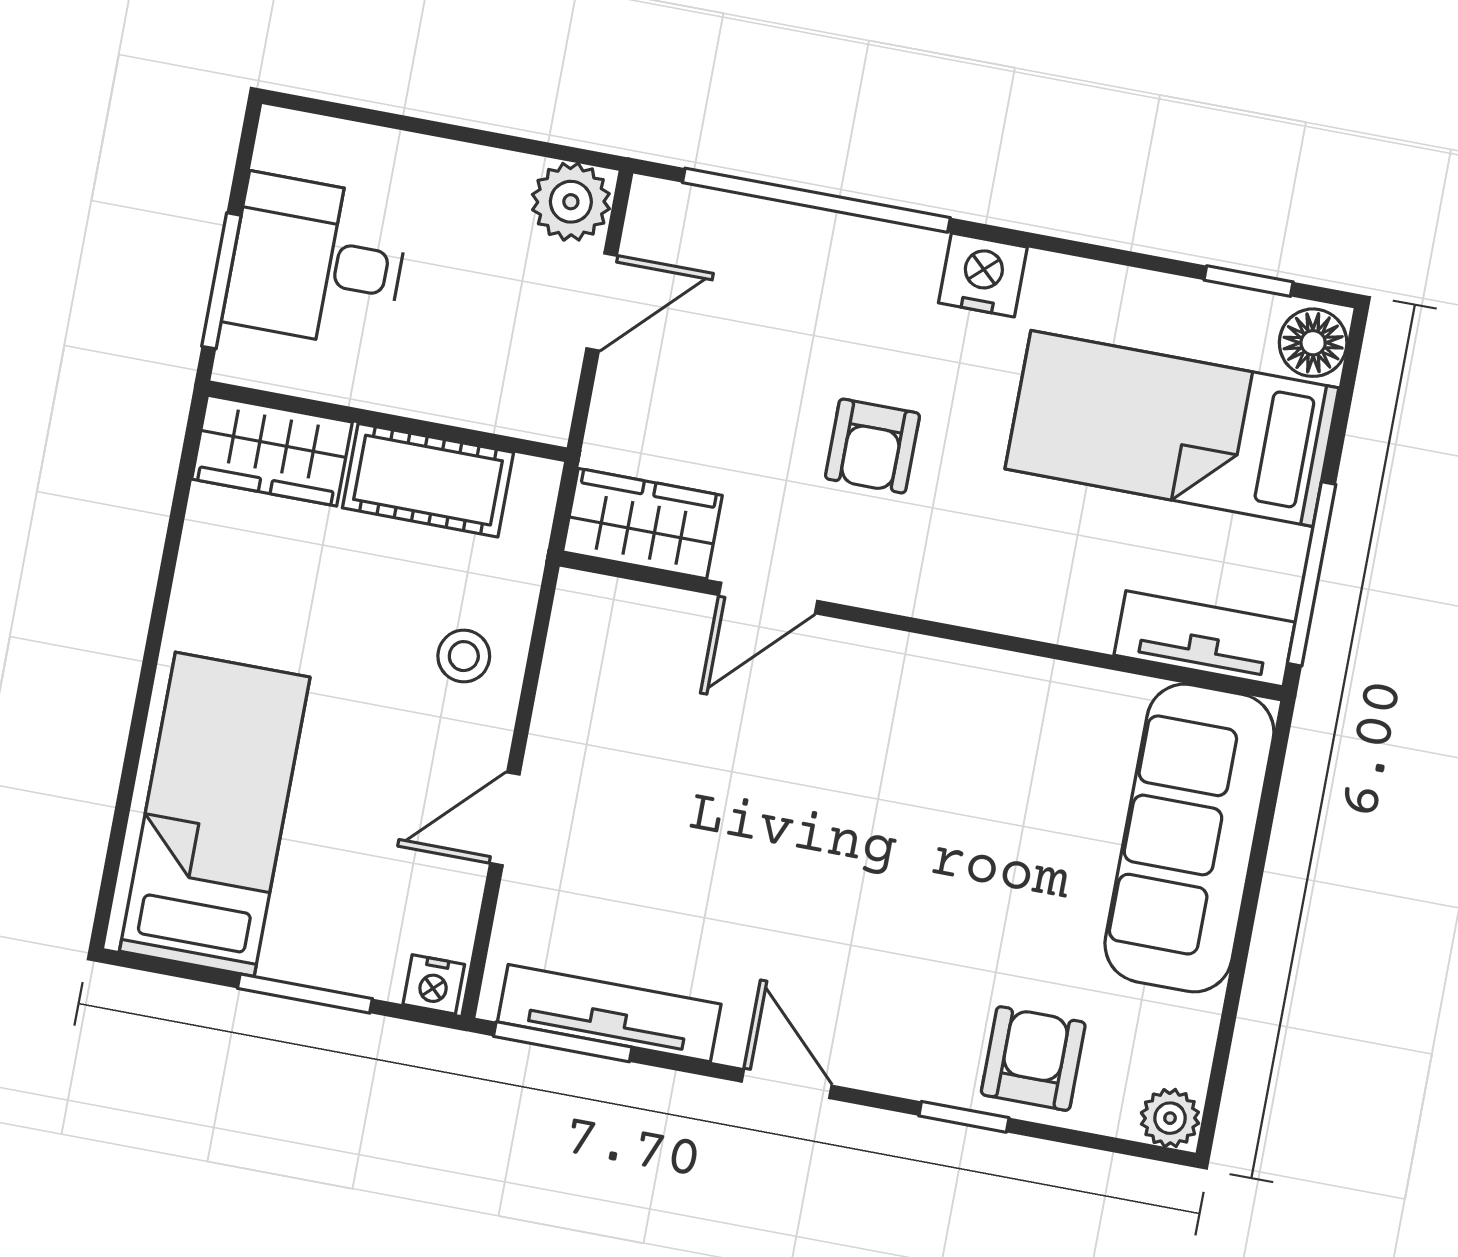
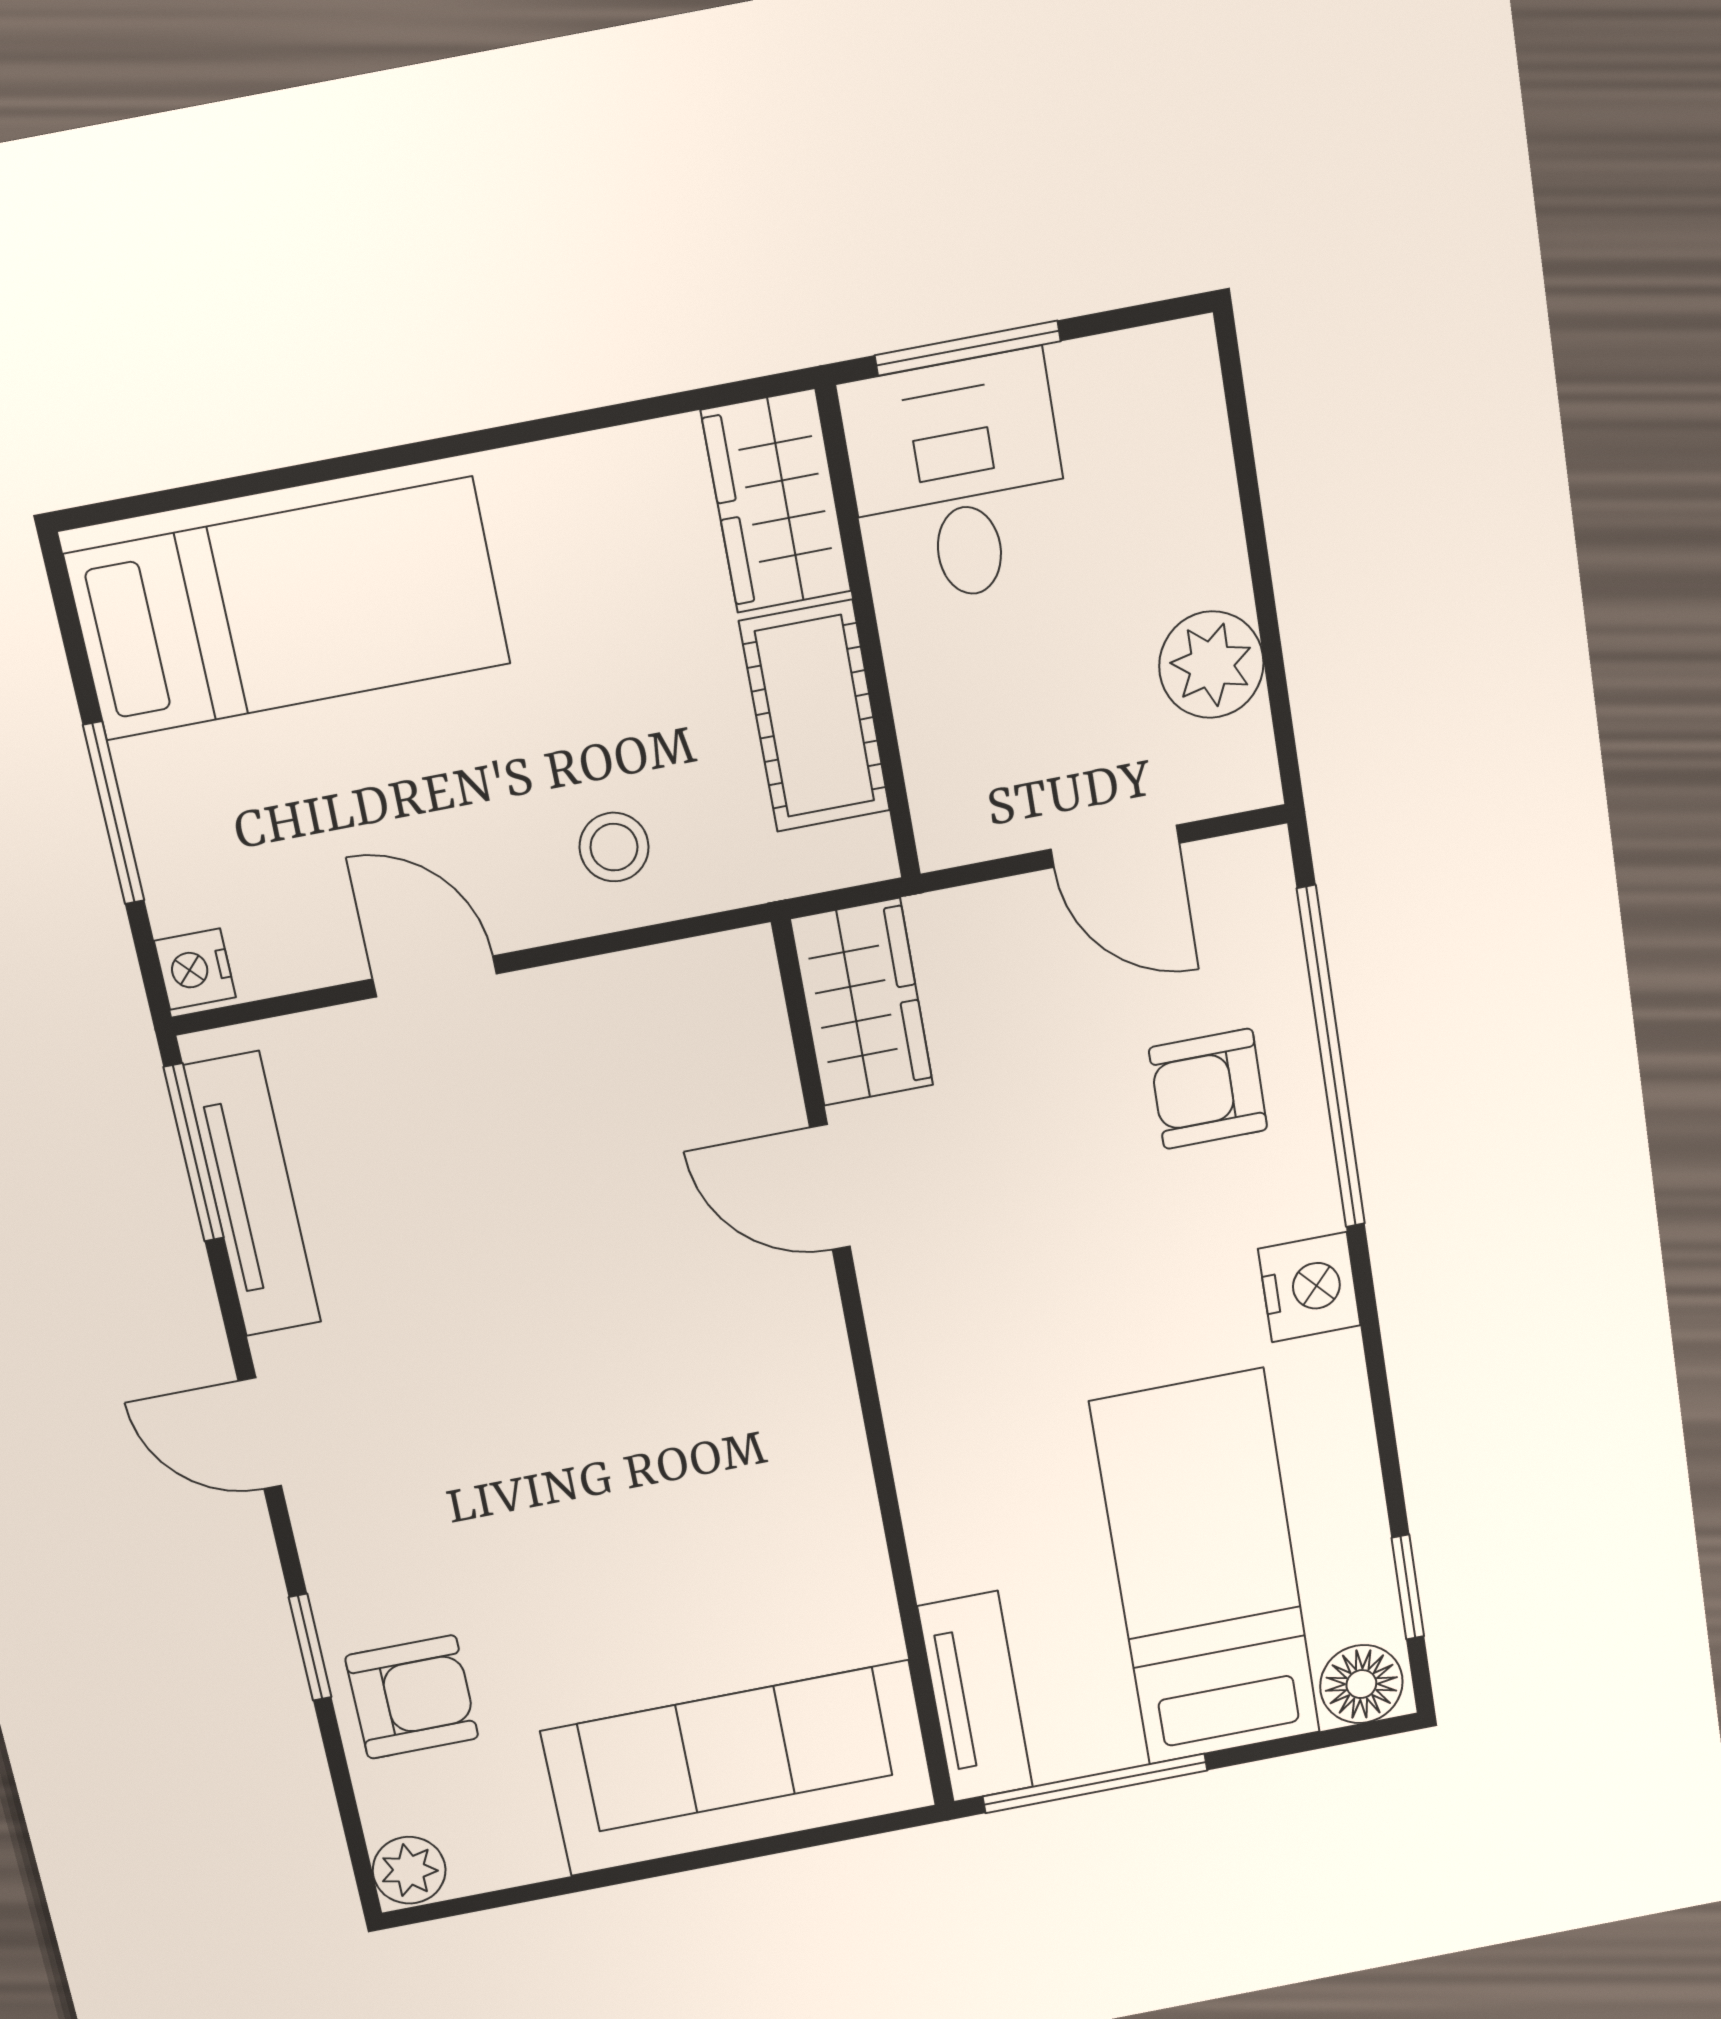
plant: (571, 202) -> (1211, 665), moved
desk: (317, 261) -> (958, 480), moved
armchair: (872, 446) -> (1208, 1089), moved
door: (787, 1084) -> (260, 1434), swing flipped

